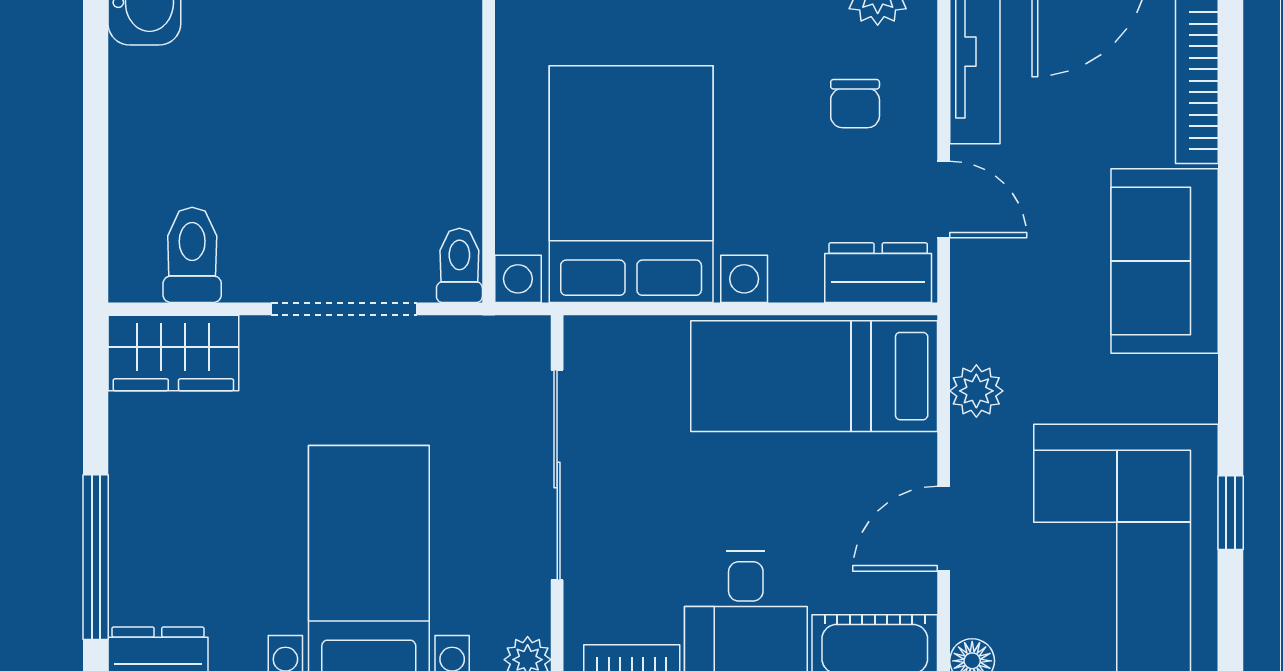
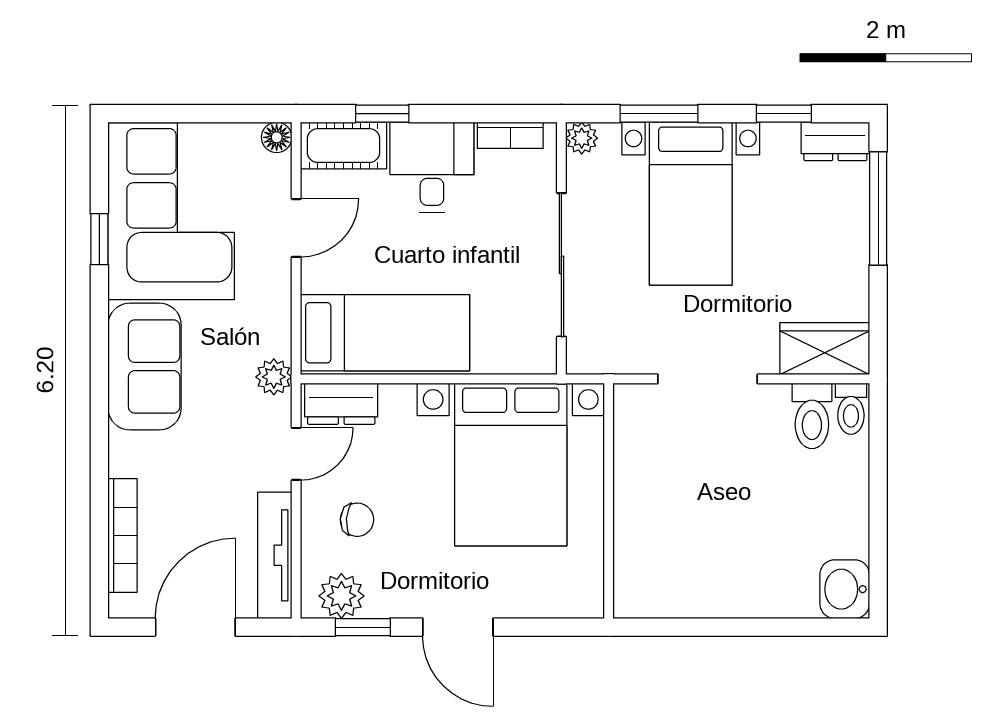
chair: (855, 104) -> (357, 520), turned 94
door: (944, 200) -> (296, 454), swing flipped
sofa: (1165, 261) -> (145, 367), moved
toilet: (459, 265) -> (851, 409), moved
plant: (976, 391) -> (274, 377), moved

